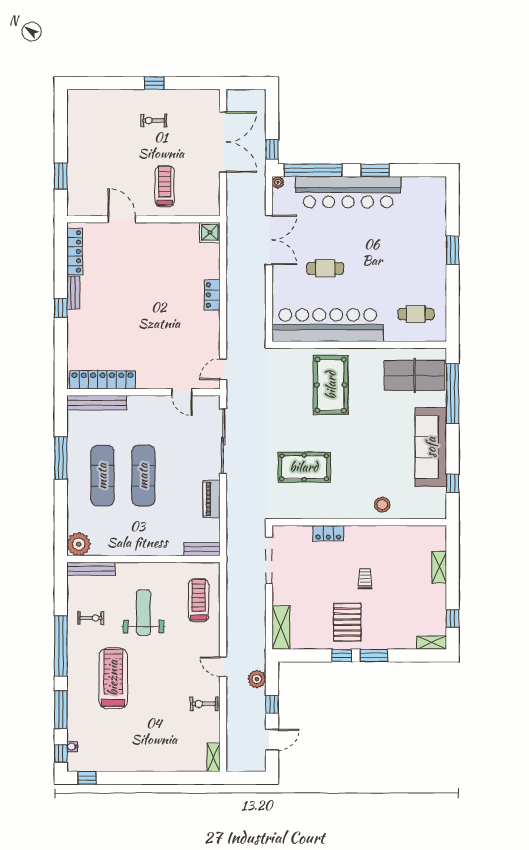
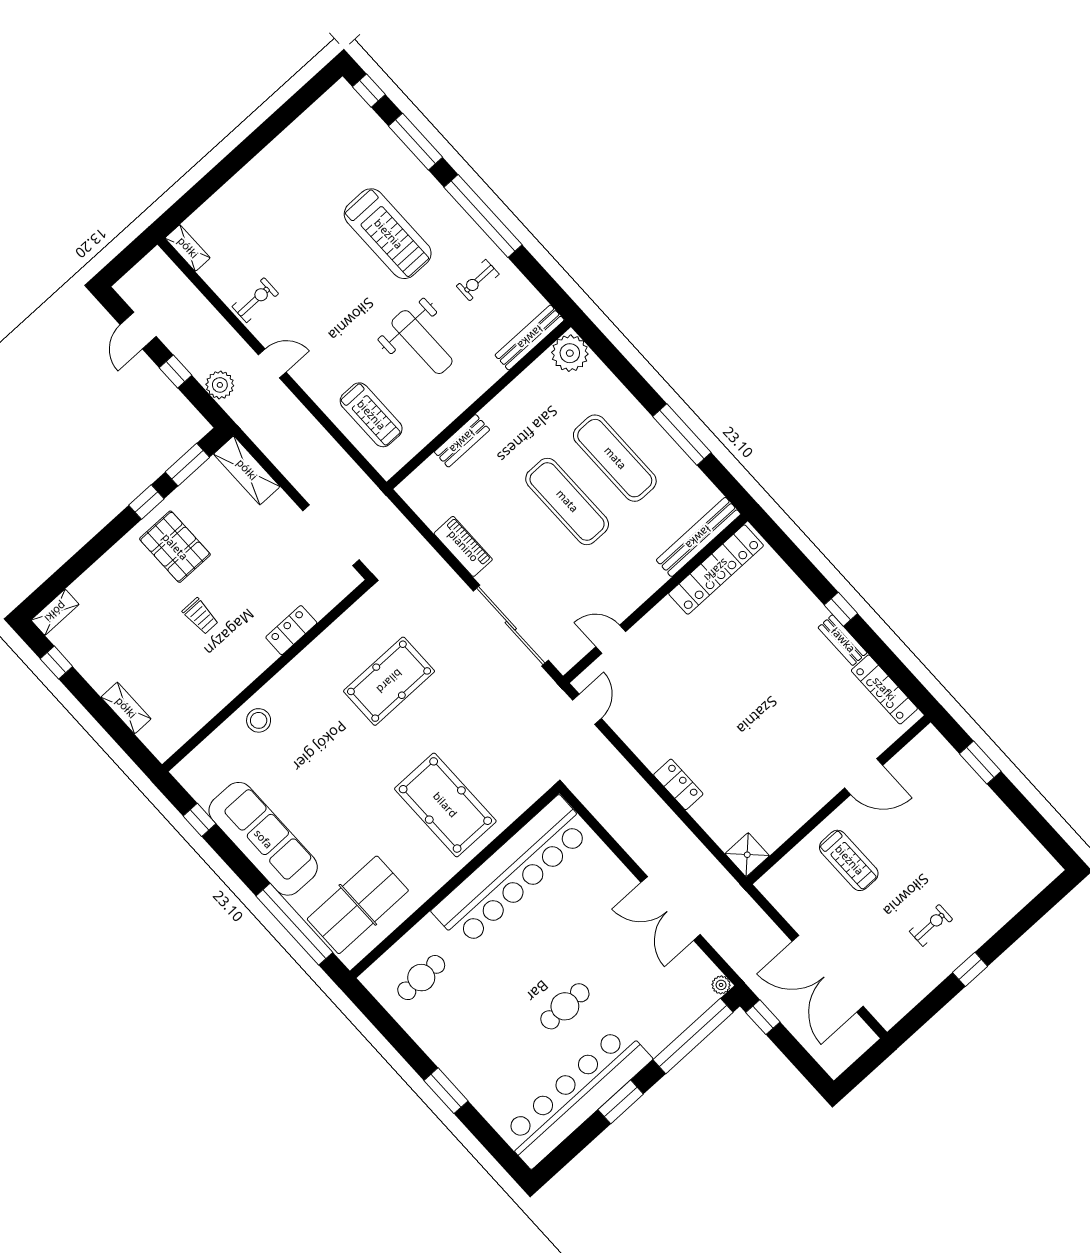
bar counter: (348, 192) -> (576, 1096), moved
cafe table: (325, 268) -> (565, 1006), moved
bench: (202, 549) -> (462, 441), moved
window: (374, 655) -> (187, 465), moved
water cooler: (72, 746) -> (363, 111), removed
window: (87, 778) -> (313, 90), removed

